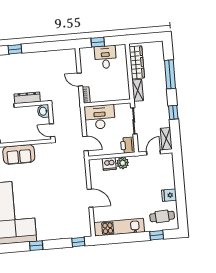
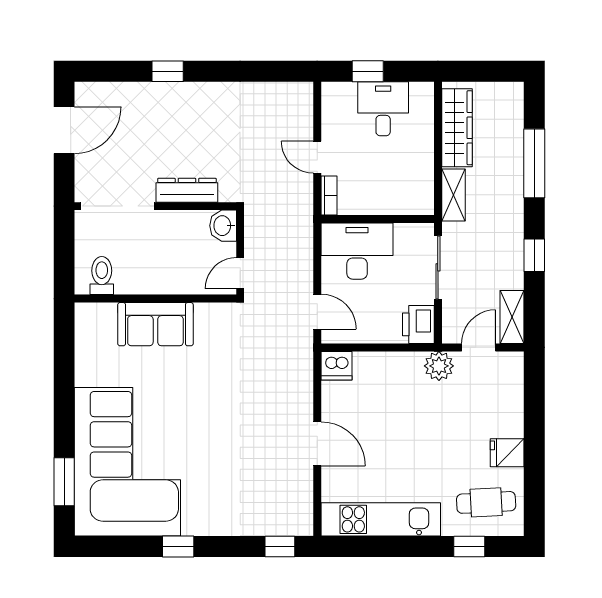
door: (52, 130) -> (240, 273), hinge flipped
plant: (123, 163) -> (439, 366), moved
dishwasher: (109, 164) -> (337, 366), moved

